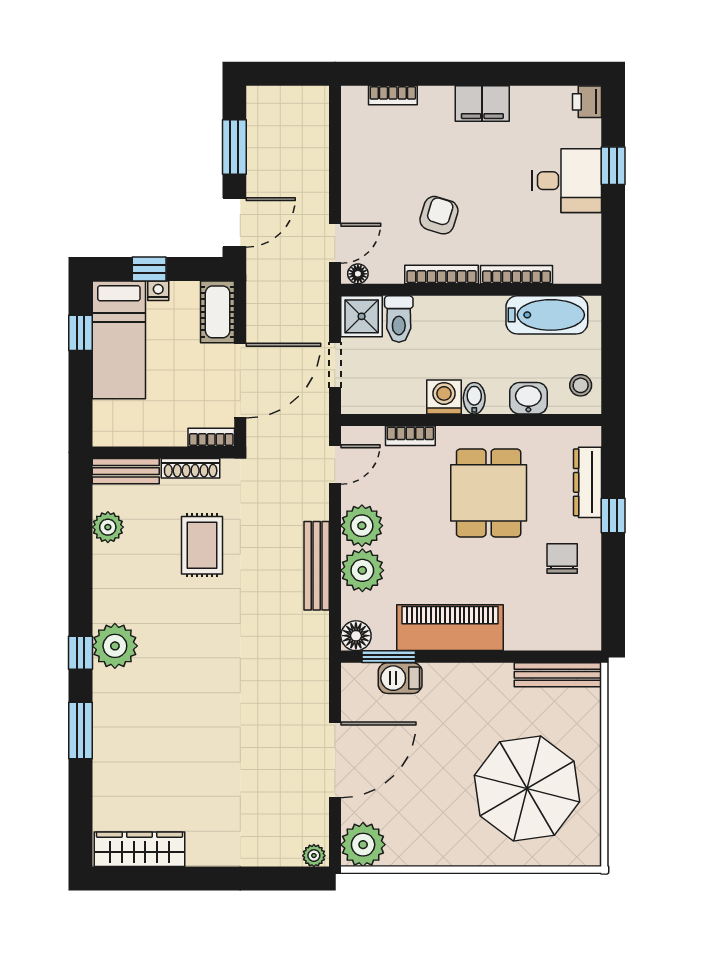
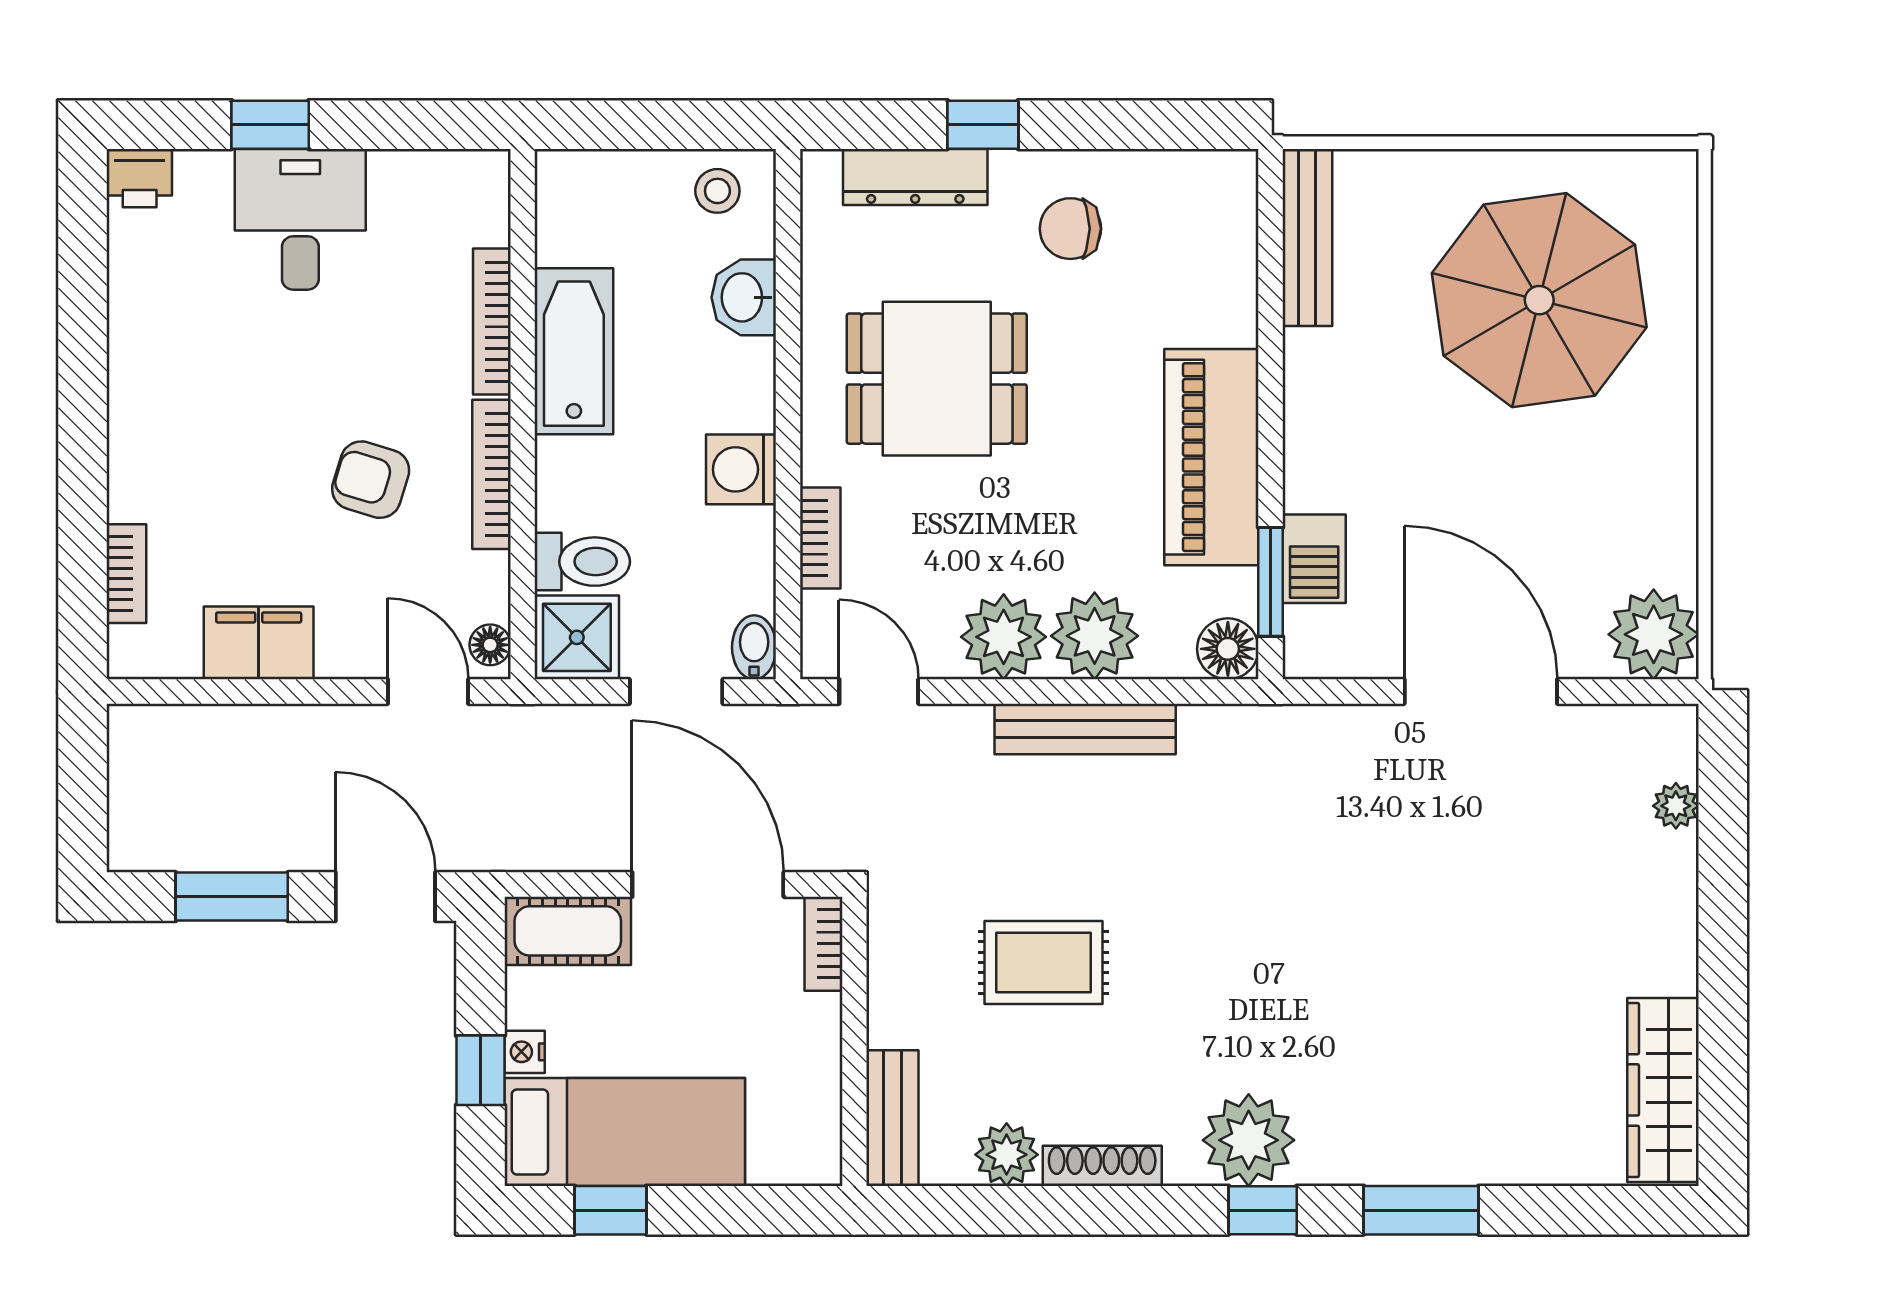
filing cabinet: (482, 103) -> (259, 643), moved, turned -90
bathtub: (547, 315) -> (574, 351), moved
bidet: (474, 398) -> (754, 647), moved, turned 90
shoe rack: (191, 468) -> (1102, 1166), moved, turned -90
plant: (314, 856) -> (1676, 806), moved

